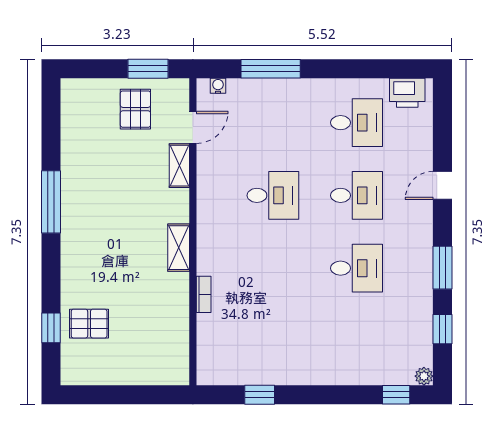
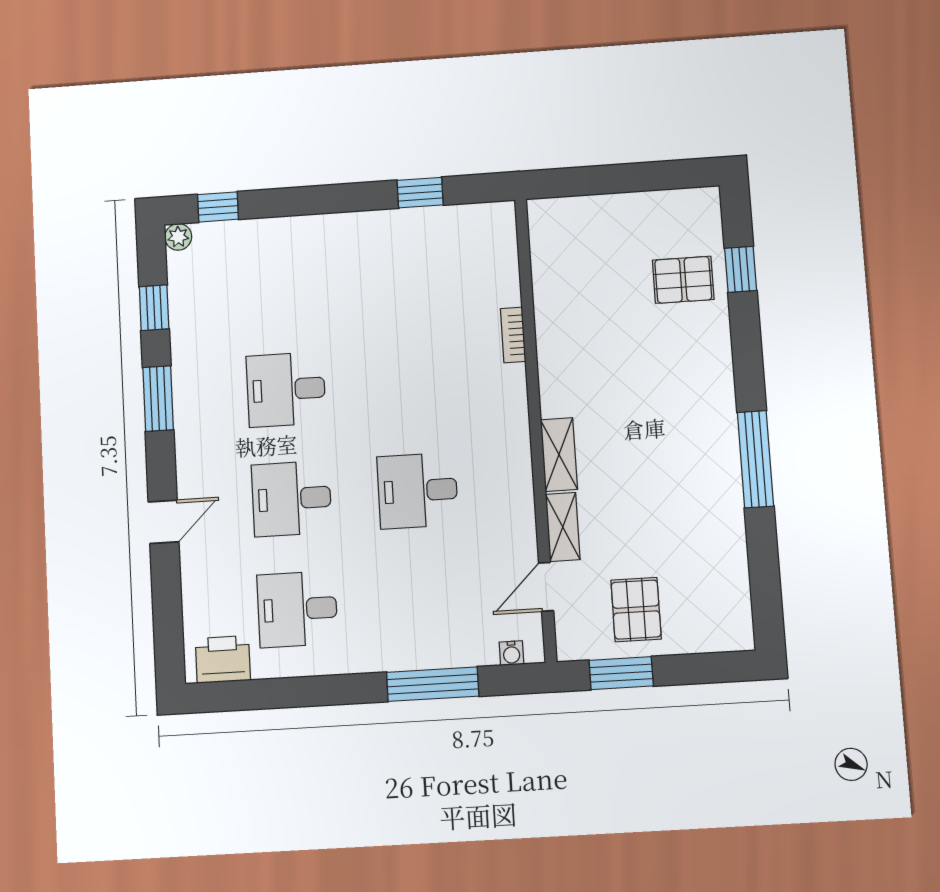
shelving: (179, 248) -> (559, 455), moved

